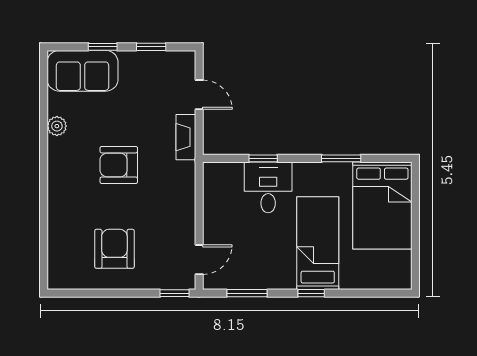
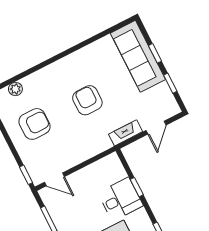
sofa: (82, 71) -> (138, 56), width x1.36
plant: (57, 126) -> (15, 89), moved

